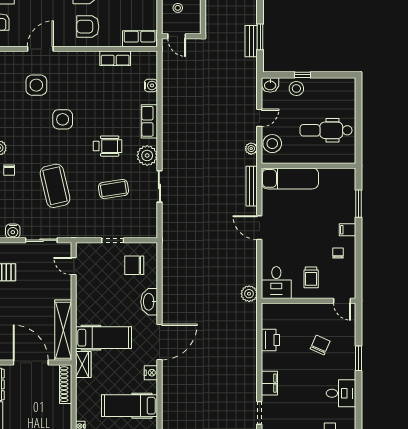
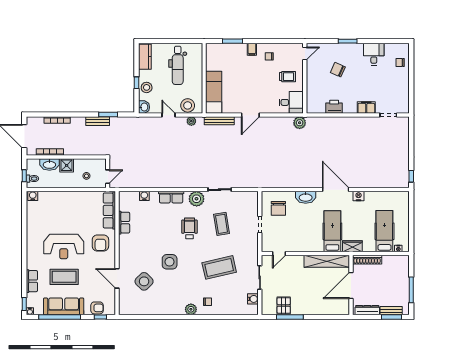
row of seats: (140, 39) -> (109, 210), width x1.48
bench: (251, 41) -> (98, 121), moved
side table: (36, 85) -> (144, 281), turned 45
kitchen counter: (338, 86) -> (145, 57), added
hospital bed: (129, 406) -> (384, 231), moved, turned 180

